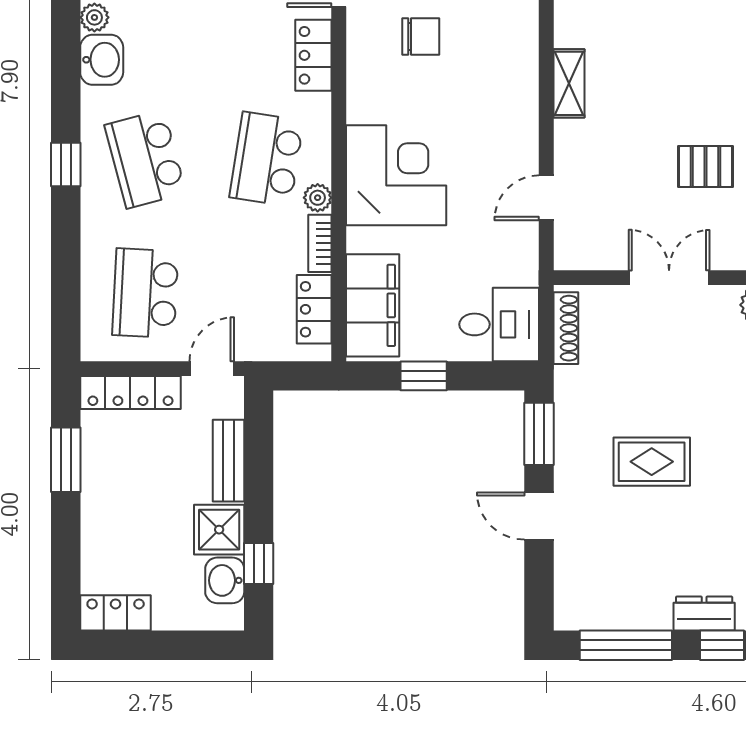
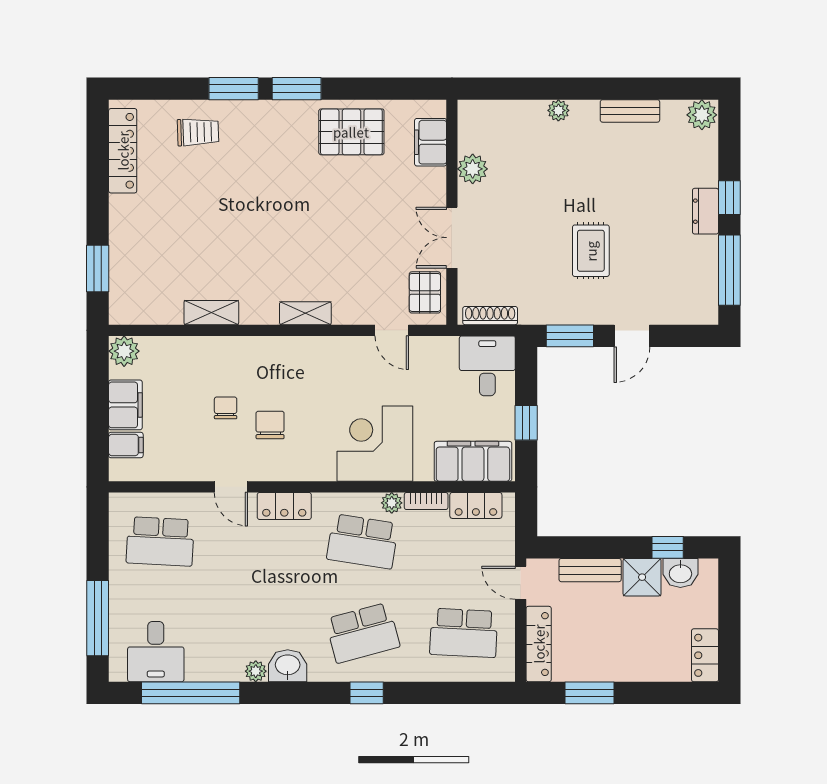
pallet: (705, 166) -> (425, 292), moved

